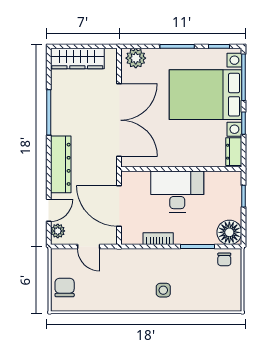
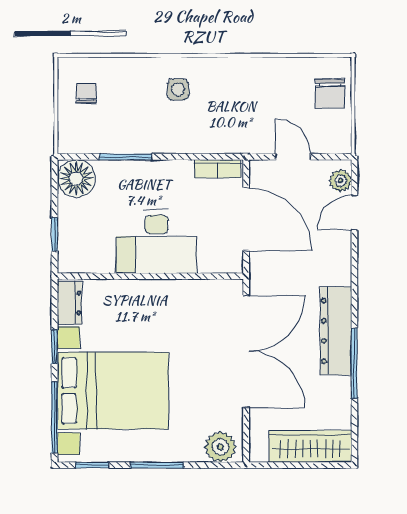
double door: (119, 120) -> (246, 352), swing flipped
dresser: (61, 164) -> (336, 331), moved
bookcase: (158, 239) -> (218, 169), moved
chair: (224, 259) -> (86, 93), moved

